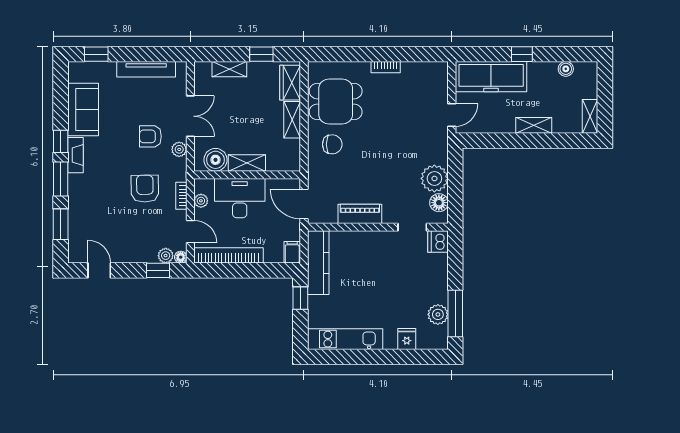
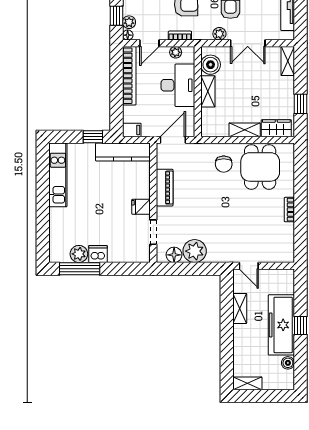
shelving: (229, 69) -> (288, 61), moved
freezer: (491, 77) -> (281, 325), moved
shelving: (534, 125) -> (240, 308), moved
dishwasher: (438, 242) -> (98, 254), moved
fridge: (407, 339) -> (141, 207), moved, turned 180

